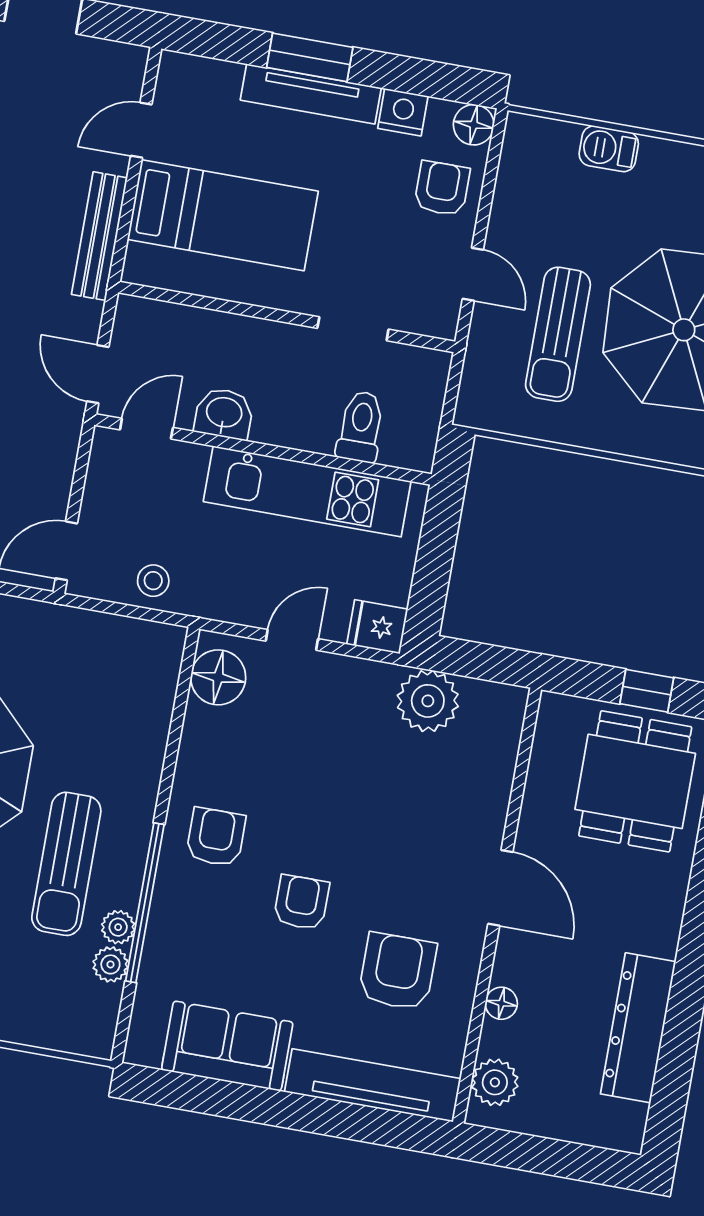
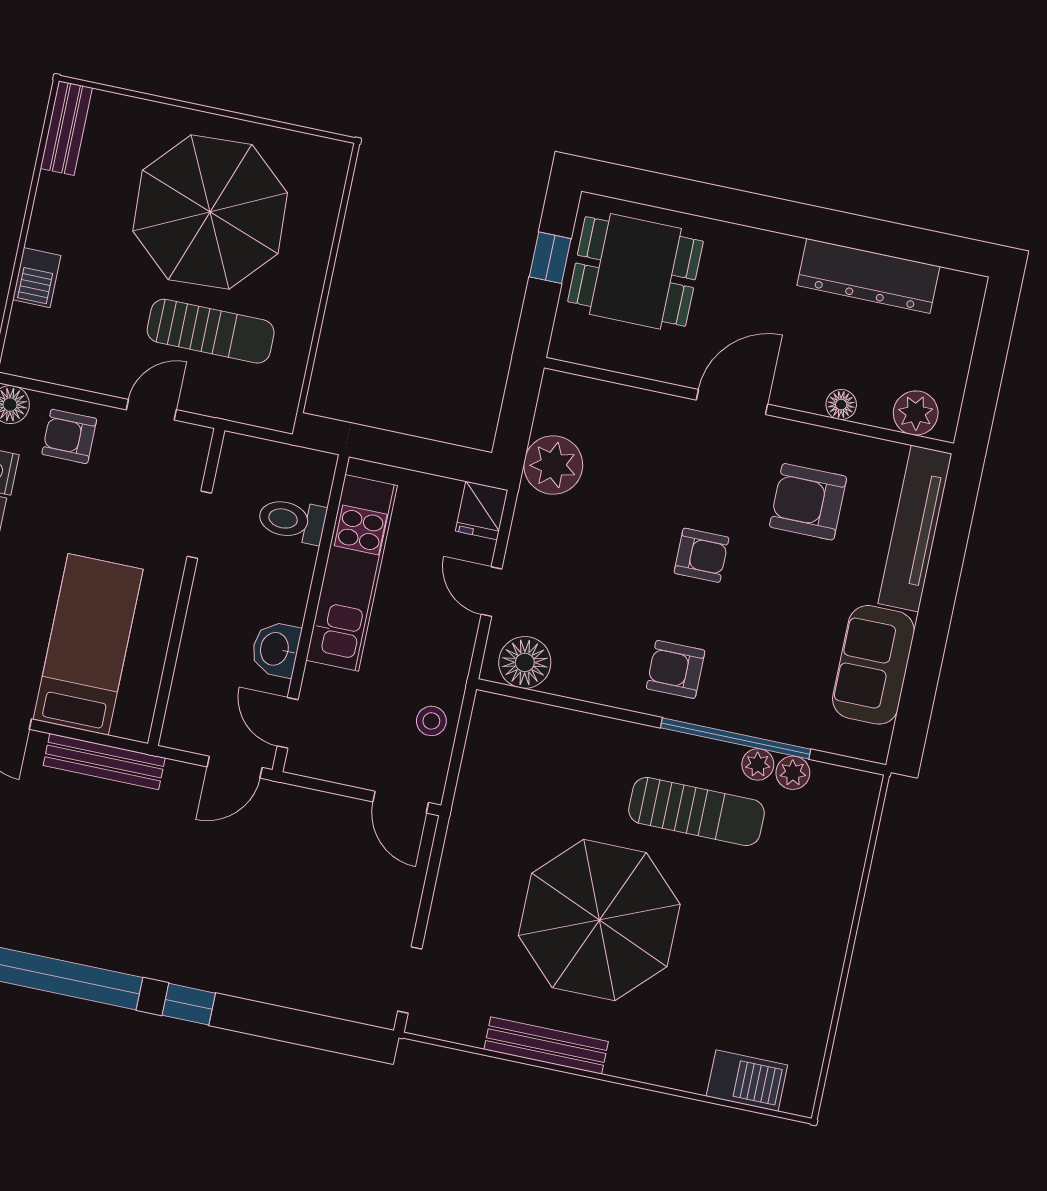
armchair: (301, 902) -> (702, 555), moved, turned 180

